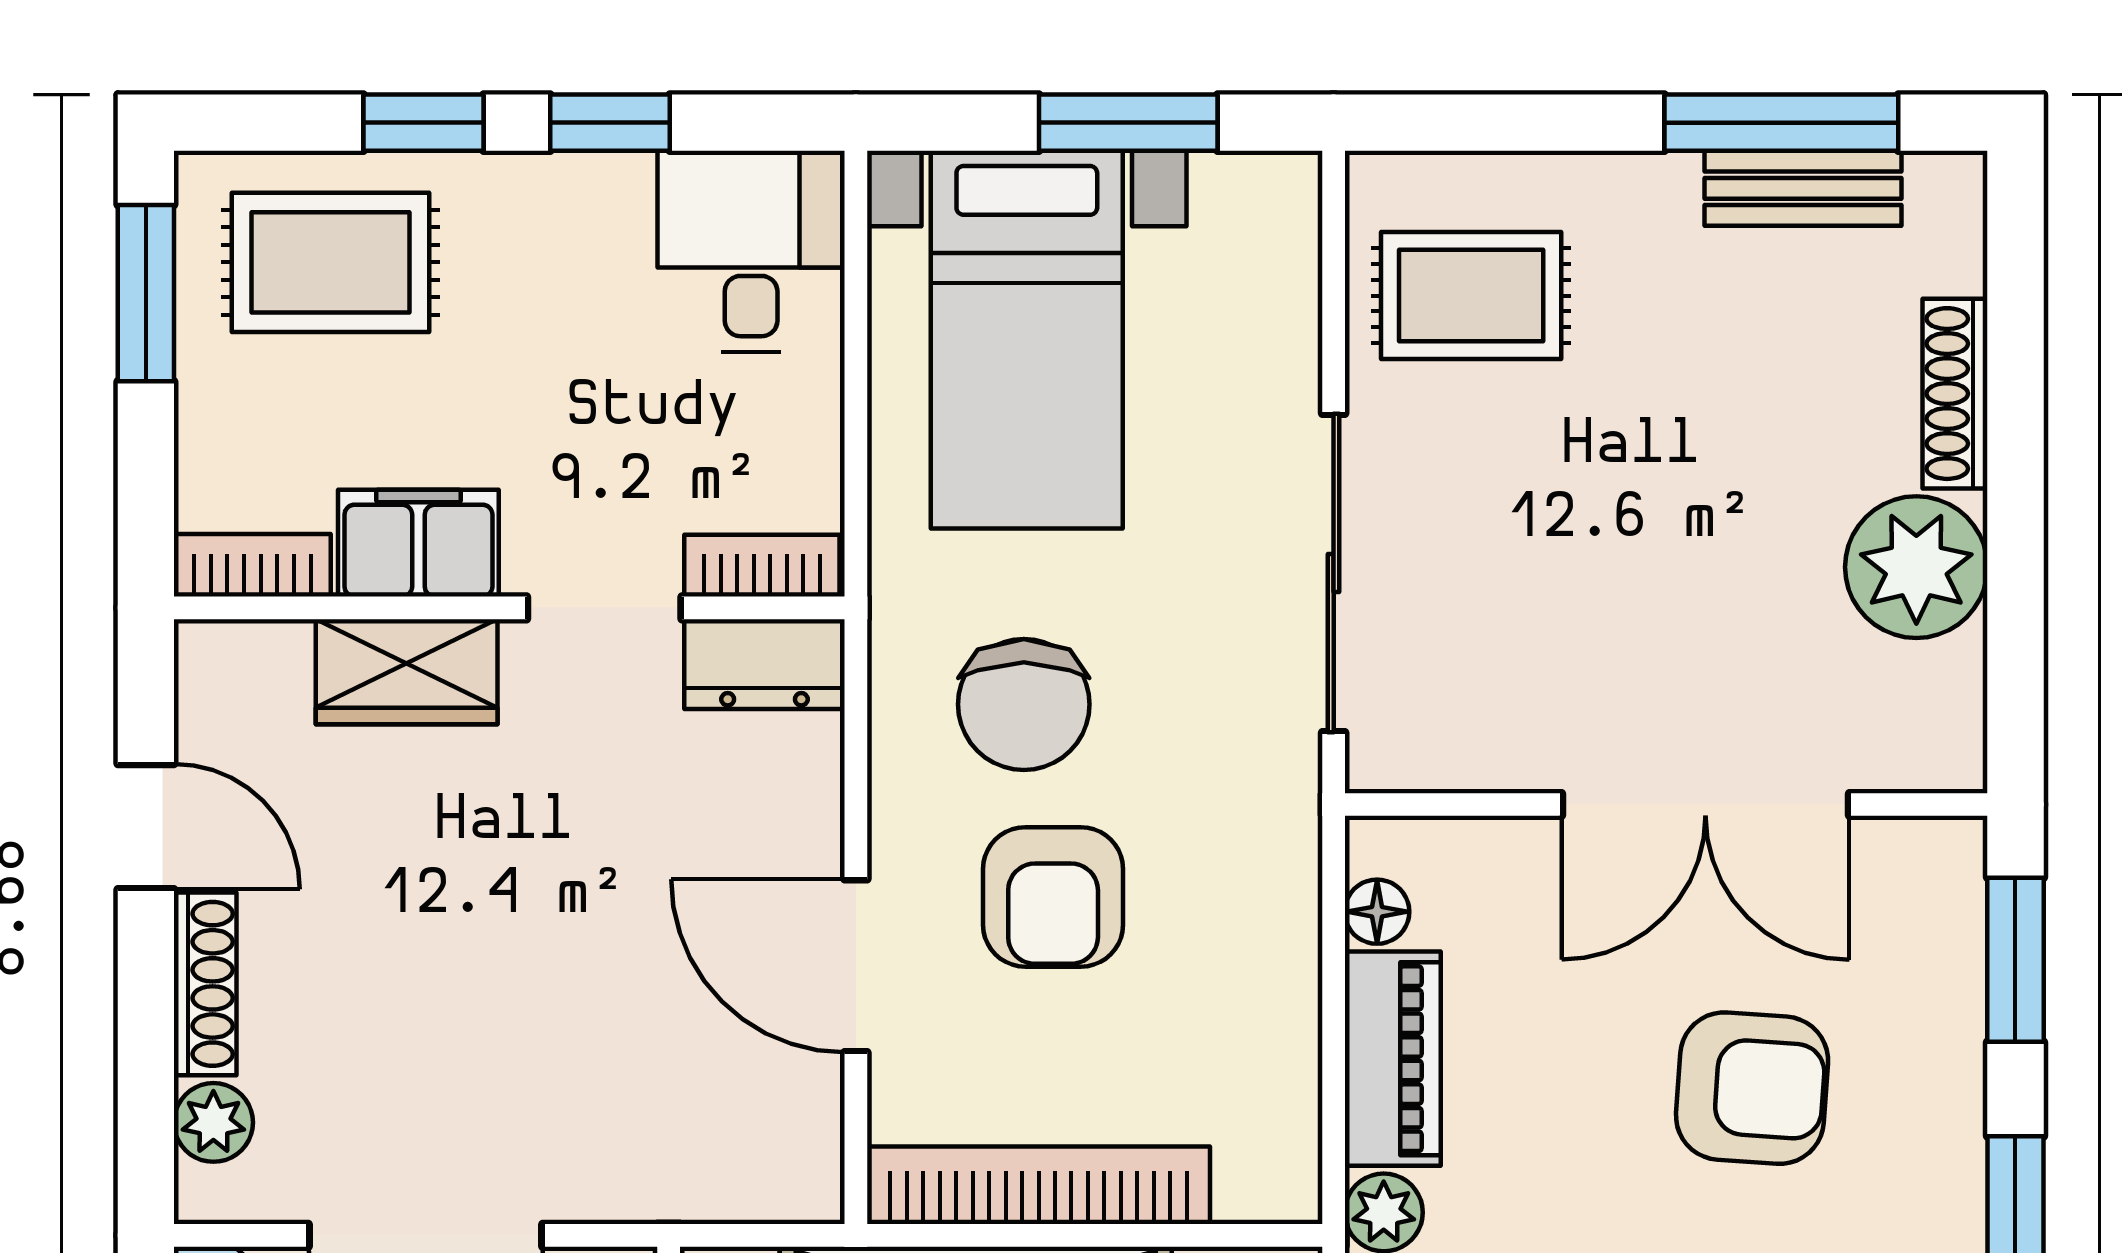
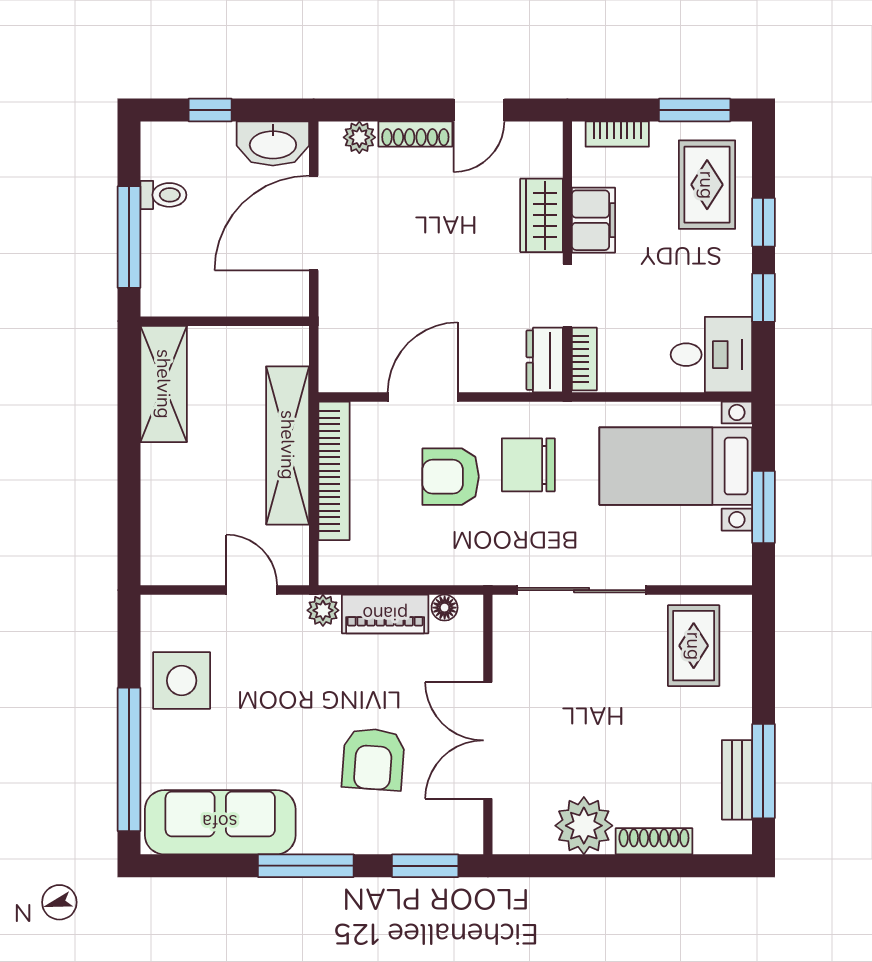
bookcase: (252, 565) -> (617, 134), moved, turned 90

